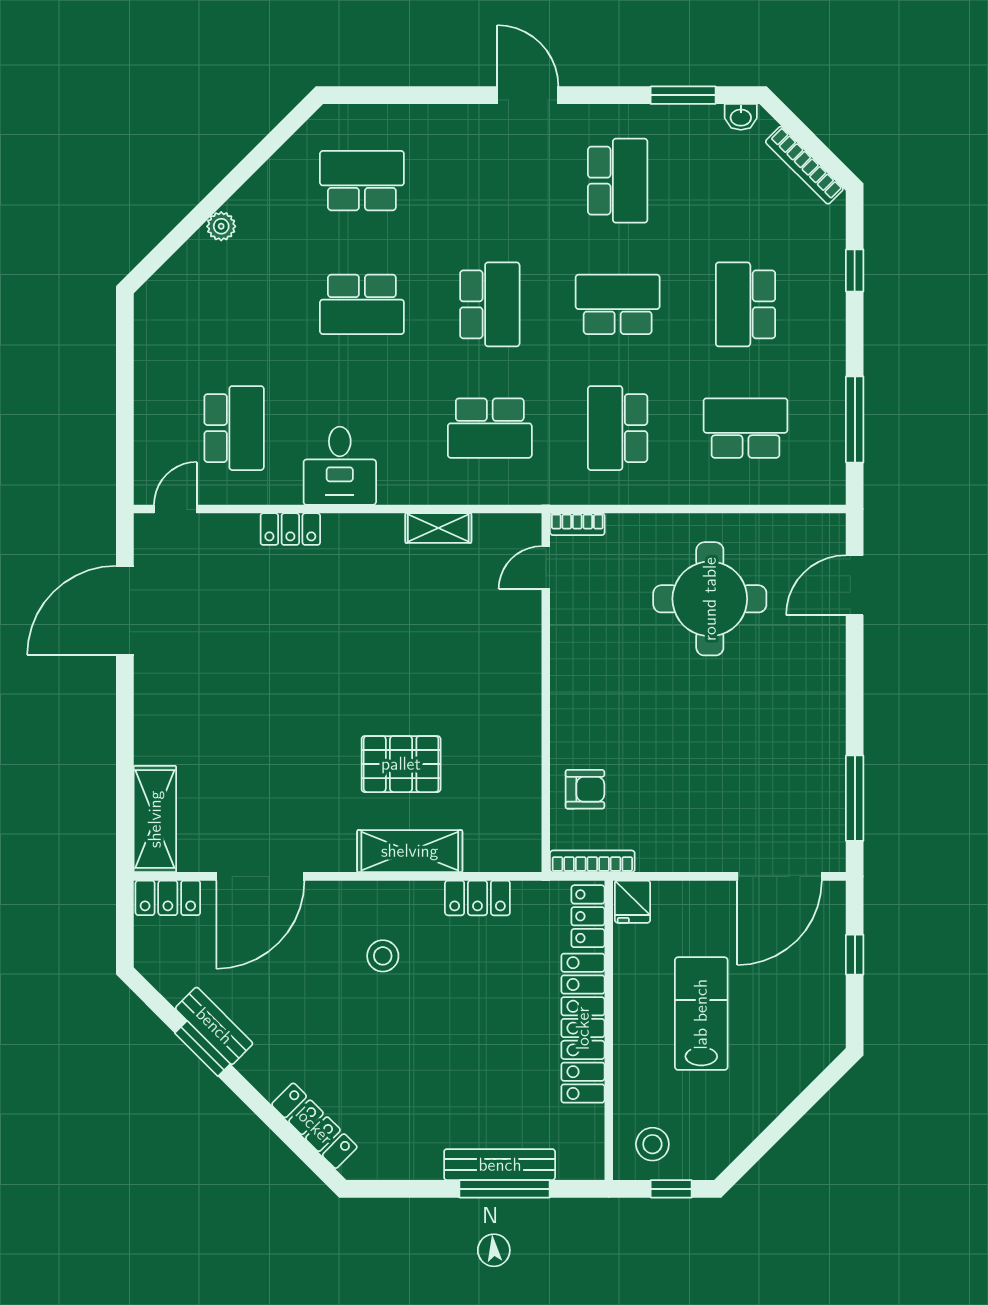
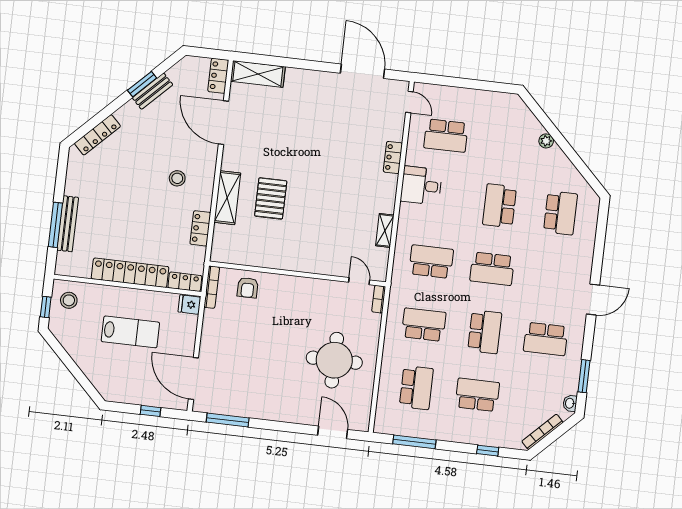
school desk: (490, 428) -> (431, 262), turned 90

